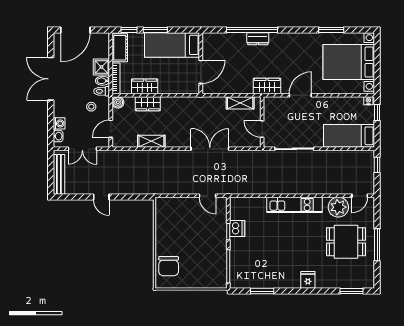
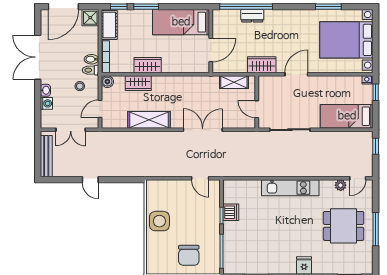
bed: (172, 45) -> (181, 22), moved
wall: (201, 63) -> (211, 41), moved
shower: (101, 67) -> (90, 18), moved
door: (201, 72) -> (211, 50), moved
wardrobe: (145, 86) -> (148, 65), moved
washbasin: (58, 136) -> (45, 90), moved
shelving: (151, 141) -> (149, 120), width x1.50, depth x1.33
plant: (338, 207) -> (341, 185), width x0.53, depth x0.53
side table: (168, 237) -> (159, 221), added
chair: (169, 266) -> (189, 255), moved

